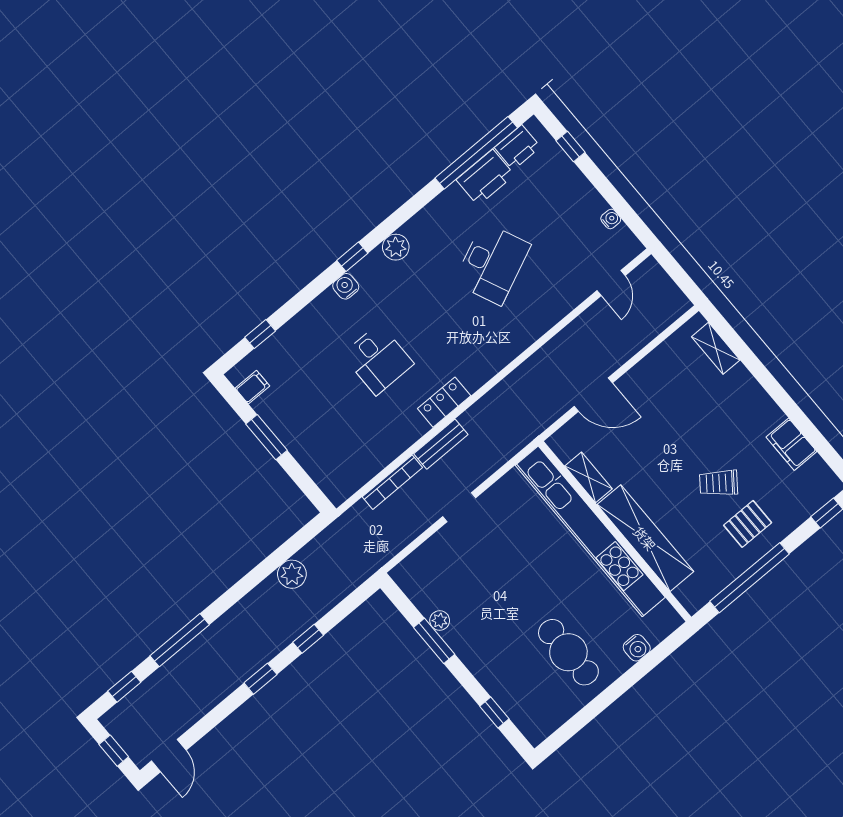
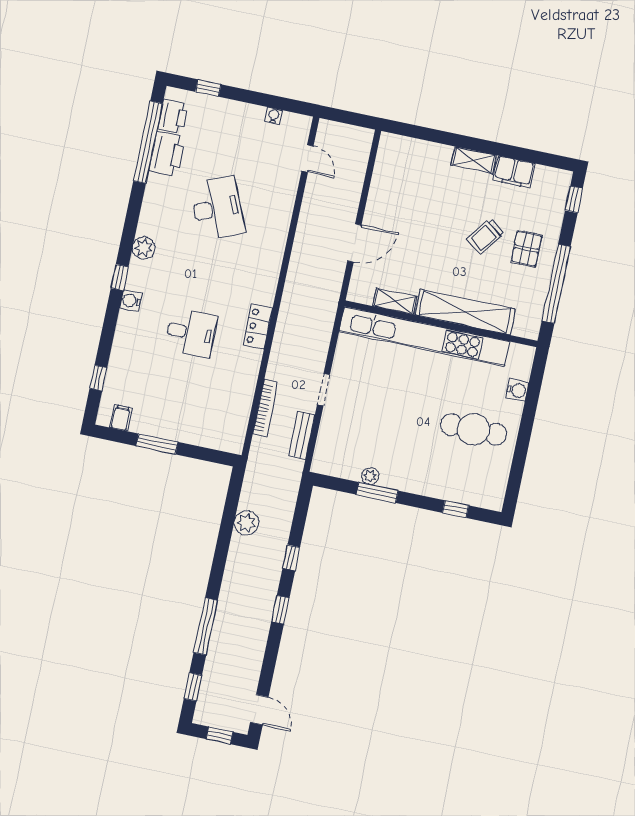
shelving: (716, 348) -> (474, 160), moved
bench: (441, 444) -> (302, 435), moved

